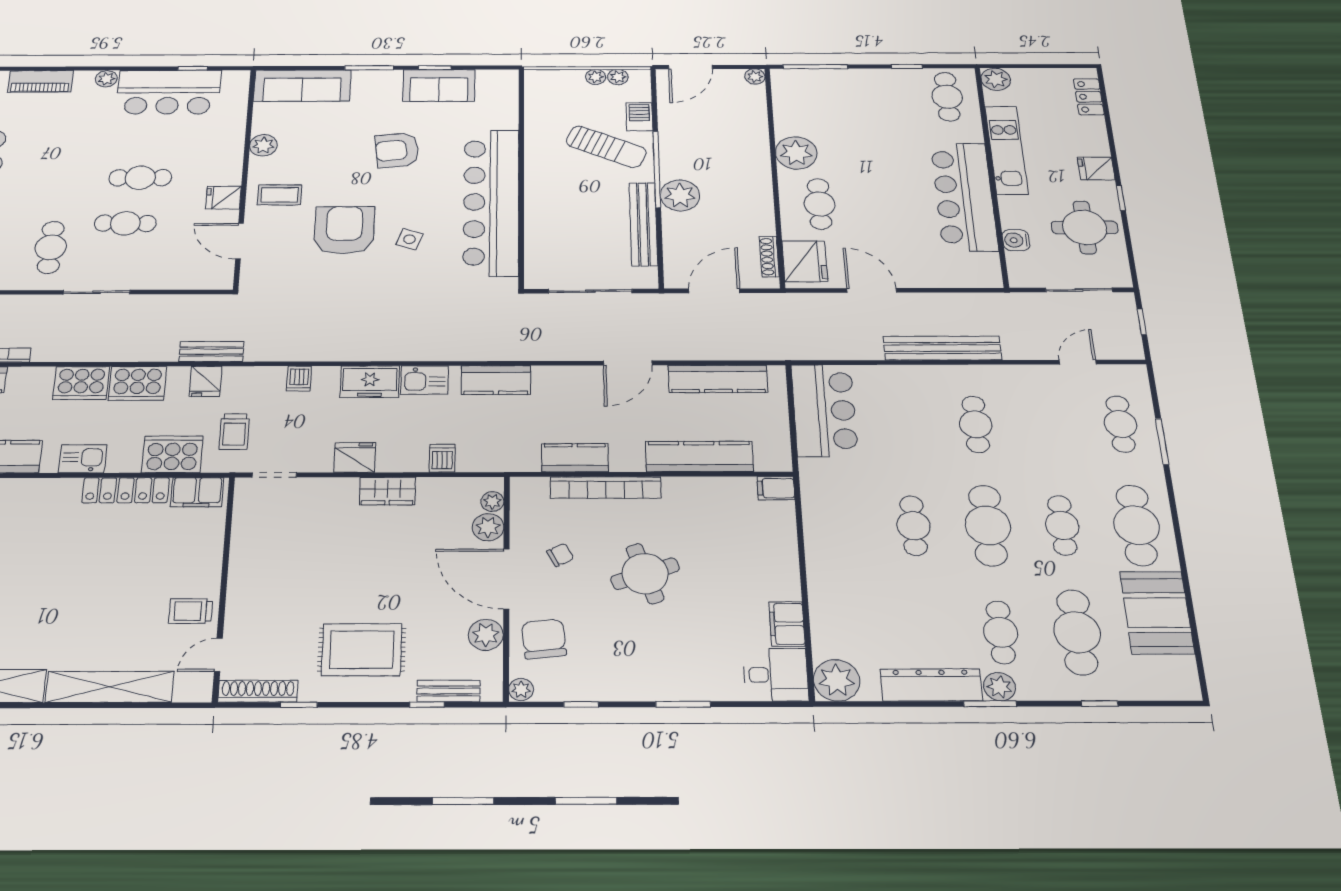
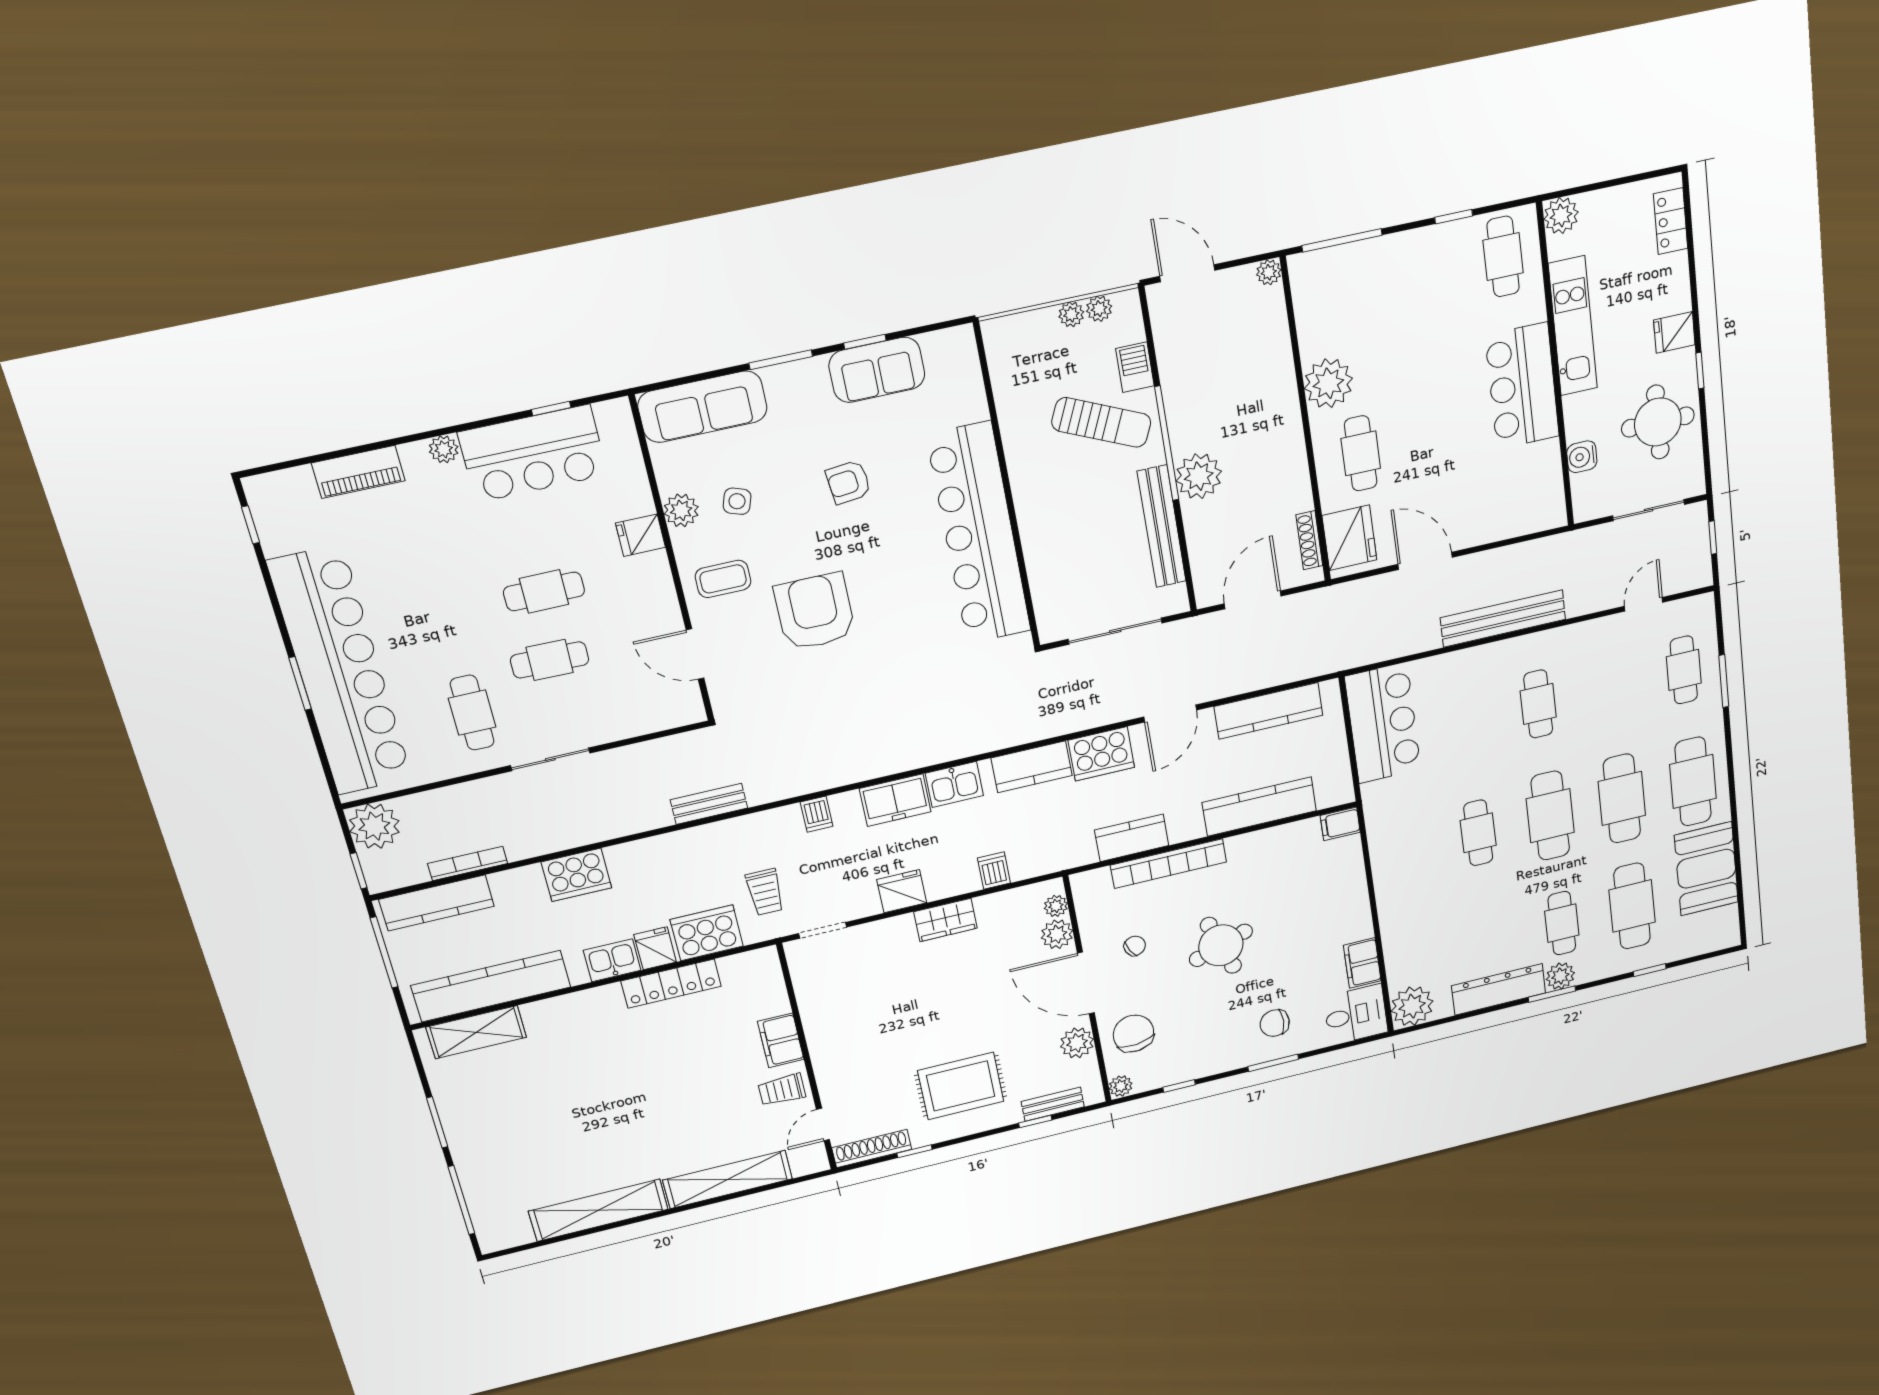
door: (690, 67) -> (1187, 273), swing flipped
armchair: (397, 150) -> (848, 482), width x0.72, depth x0.72
bar counter: (964, 197) -> (1522, 386), width x0.73
fridge: (223, 198) -> (640, 535), moved
side table: (409, 239) -> (737, 501), moved
fridge: (206, 381) -> (655, 948), moved, turned 180
cooker: (137, 383) -> (1101, 754), moved
filing cabinet: (197, 492) -> (781, 1040), moved, turned 90
cafe table: (1062, 525) -> (1622, 799), width x1.37, depth x1.35
chair: (690, 663) -> (1275, 1023), added

